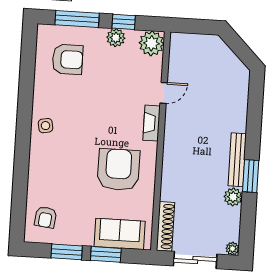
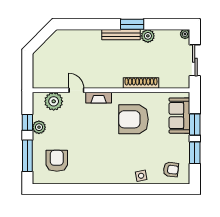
plant: (151, 43) -> (54, 101), moved
side table: (45, 126) -> (141, 176), moved
shoe rack: (166, 226) -> (141, 83), moved

